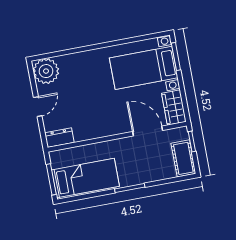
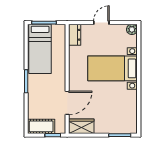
bed with nightstands: (144, 68) -> (112, 68), moved, turned -90
plant: (46, 71) -> (132, 29), width x0.53, depth x0.53
door: (38, 107) -> (101, 23), swing flipped

